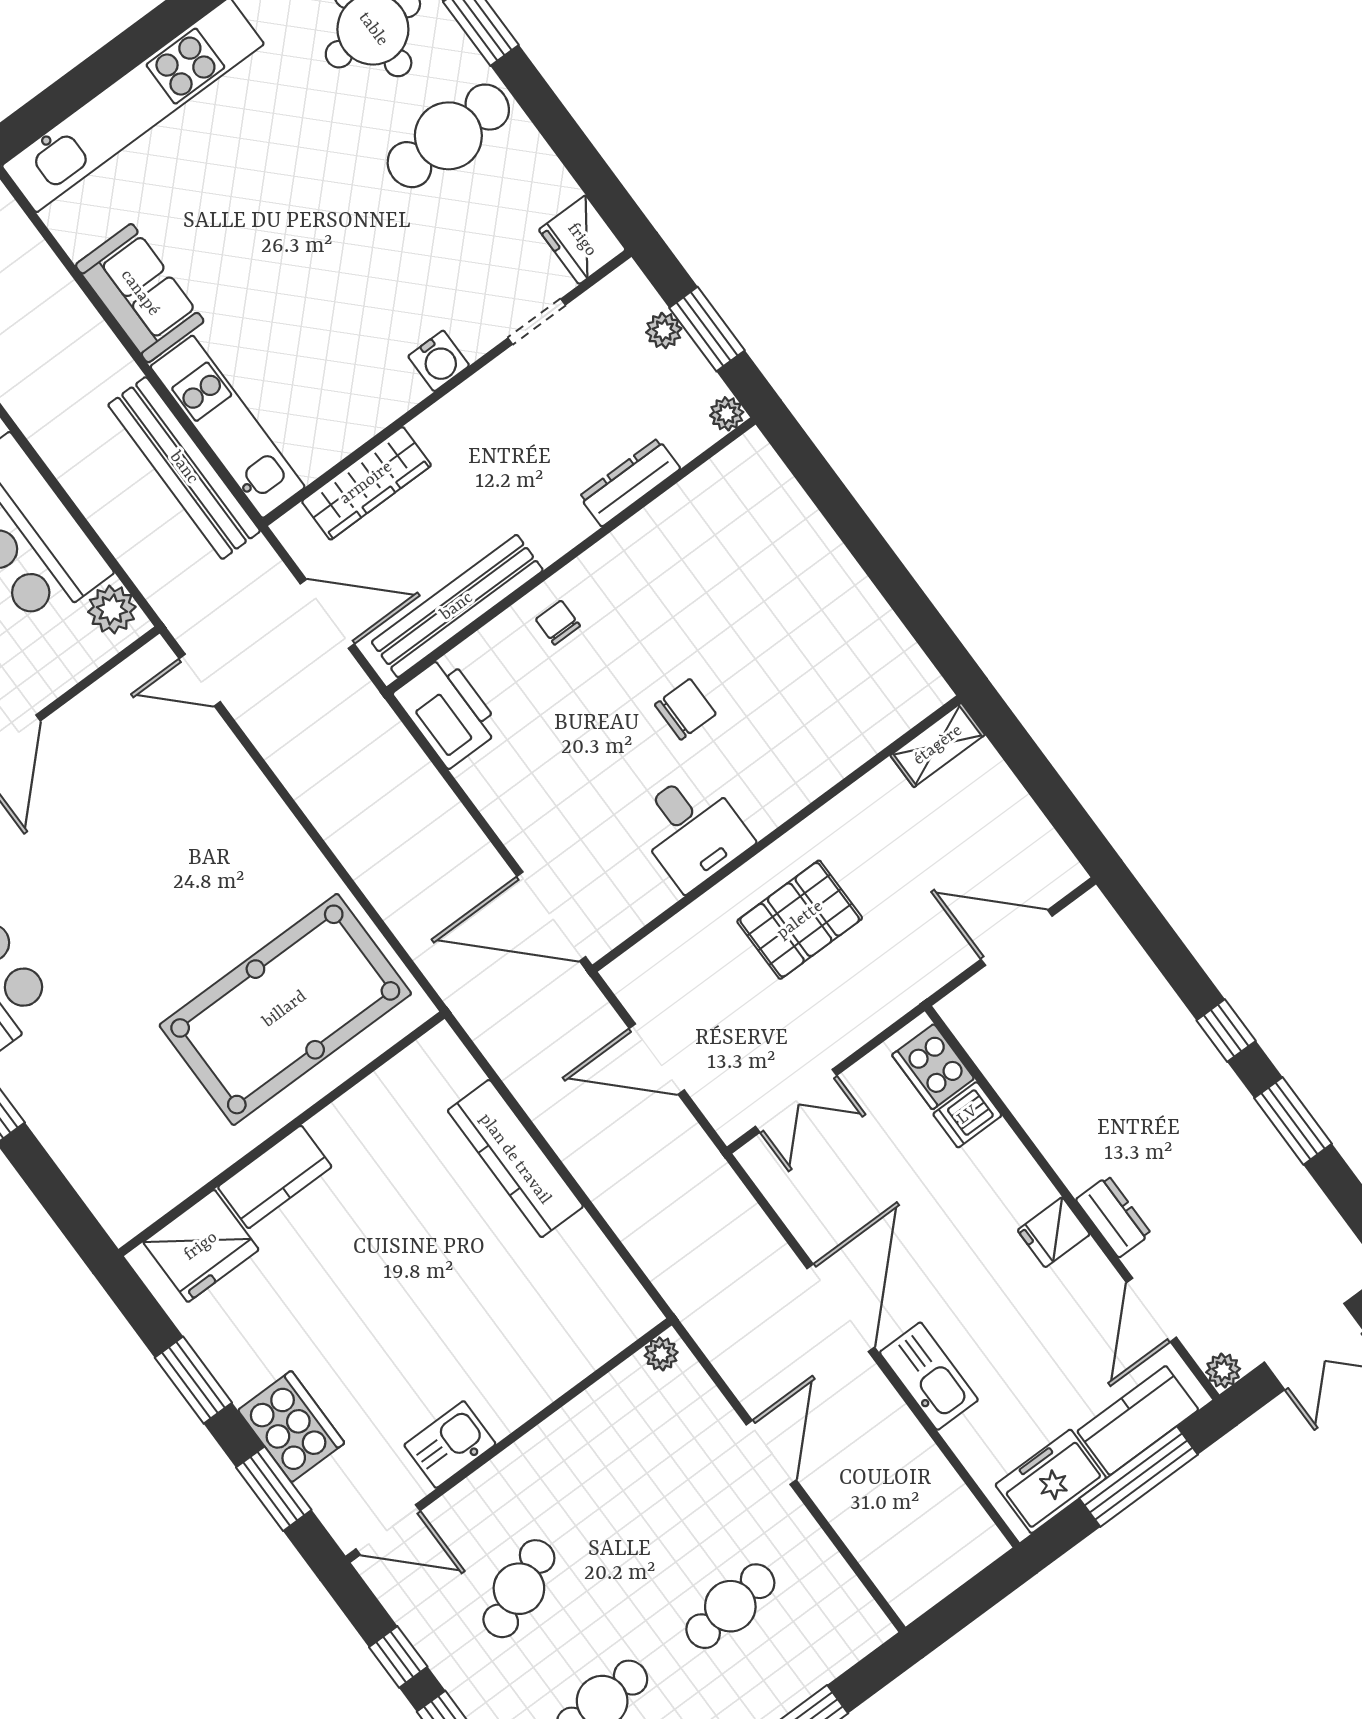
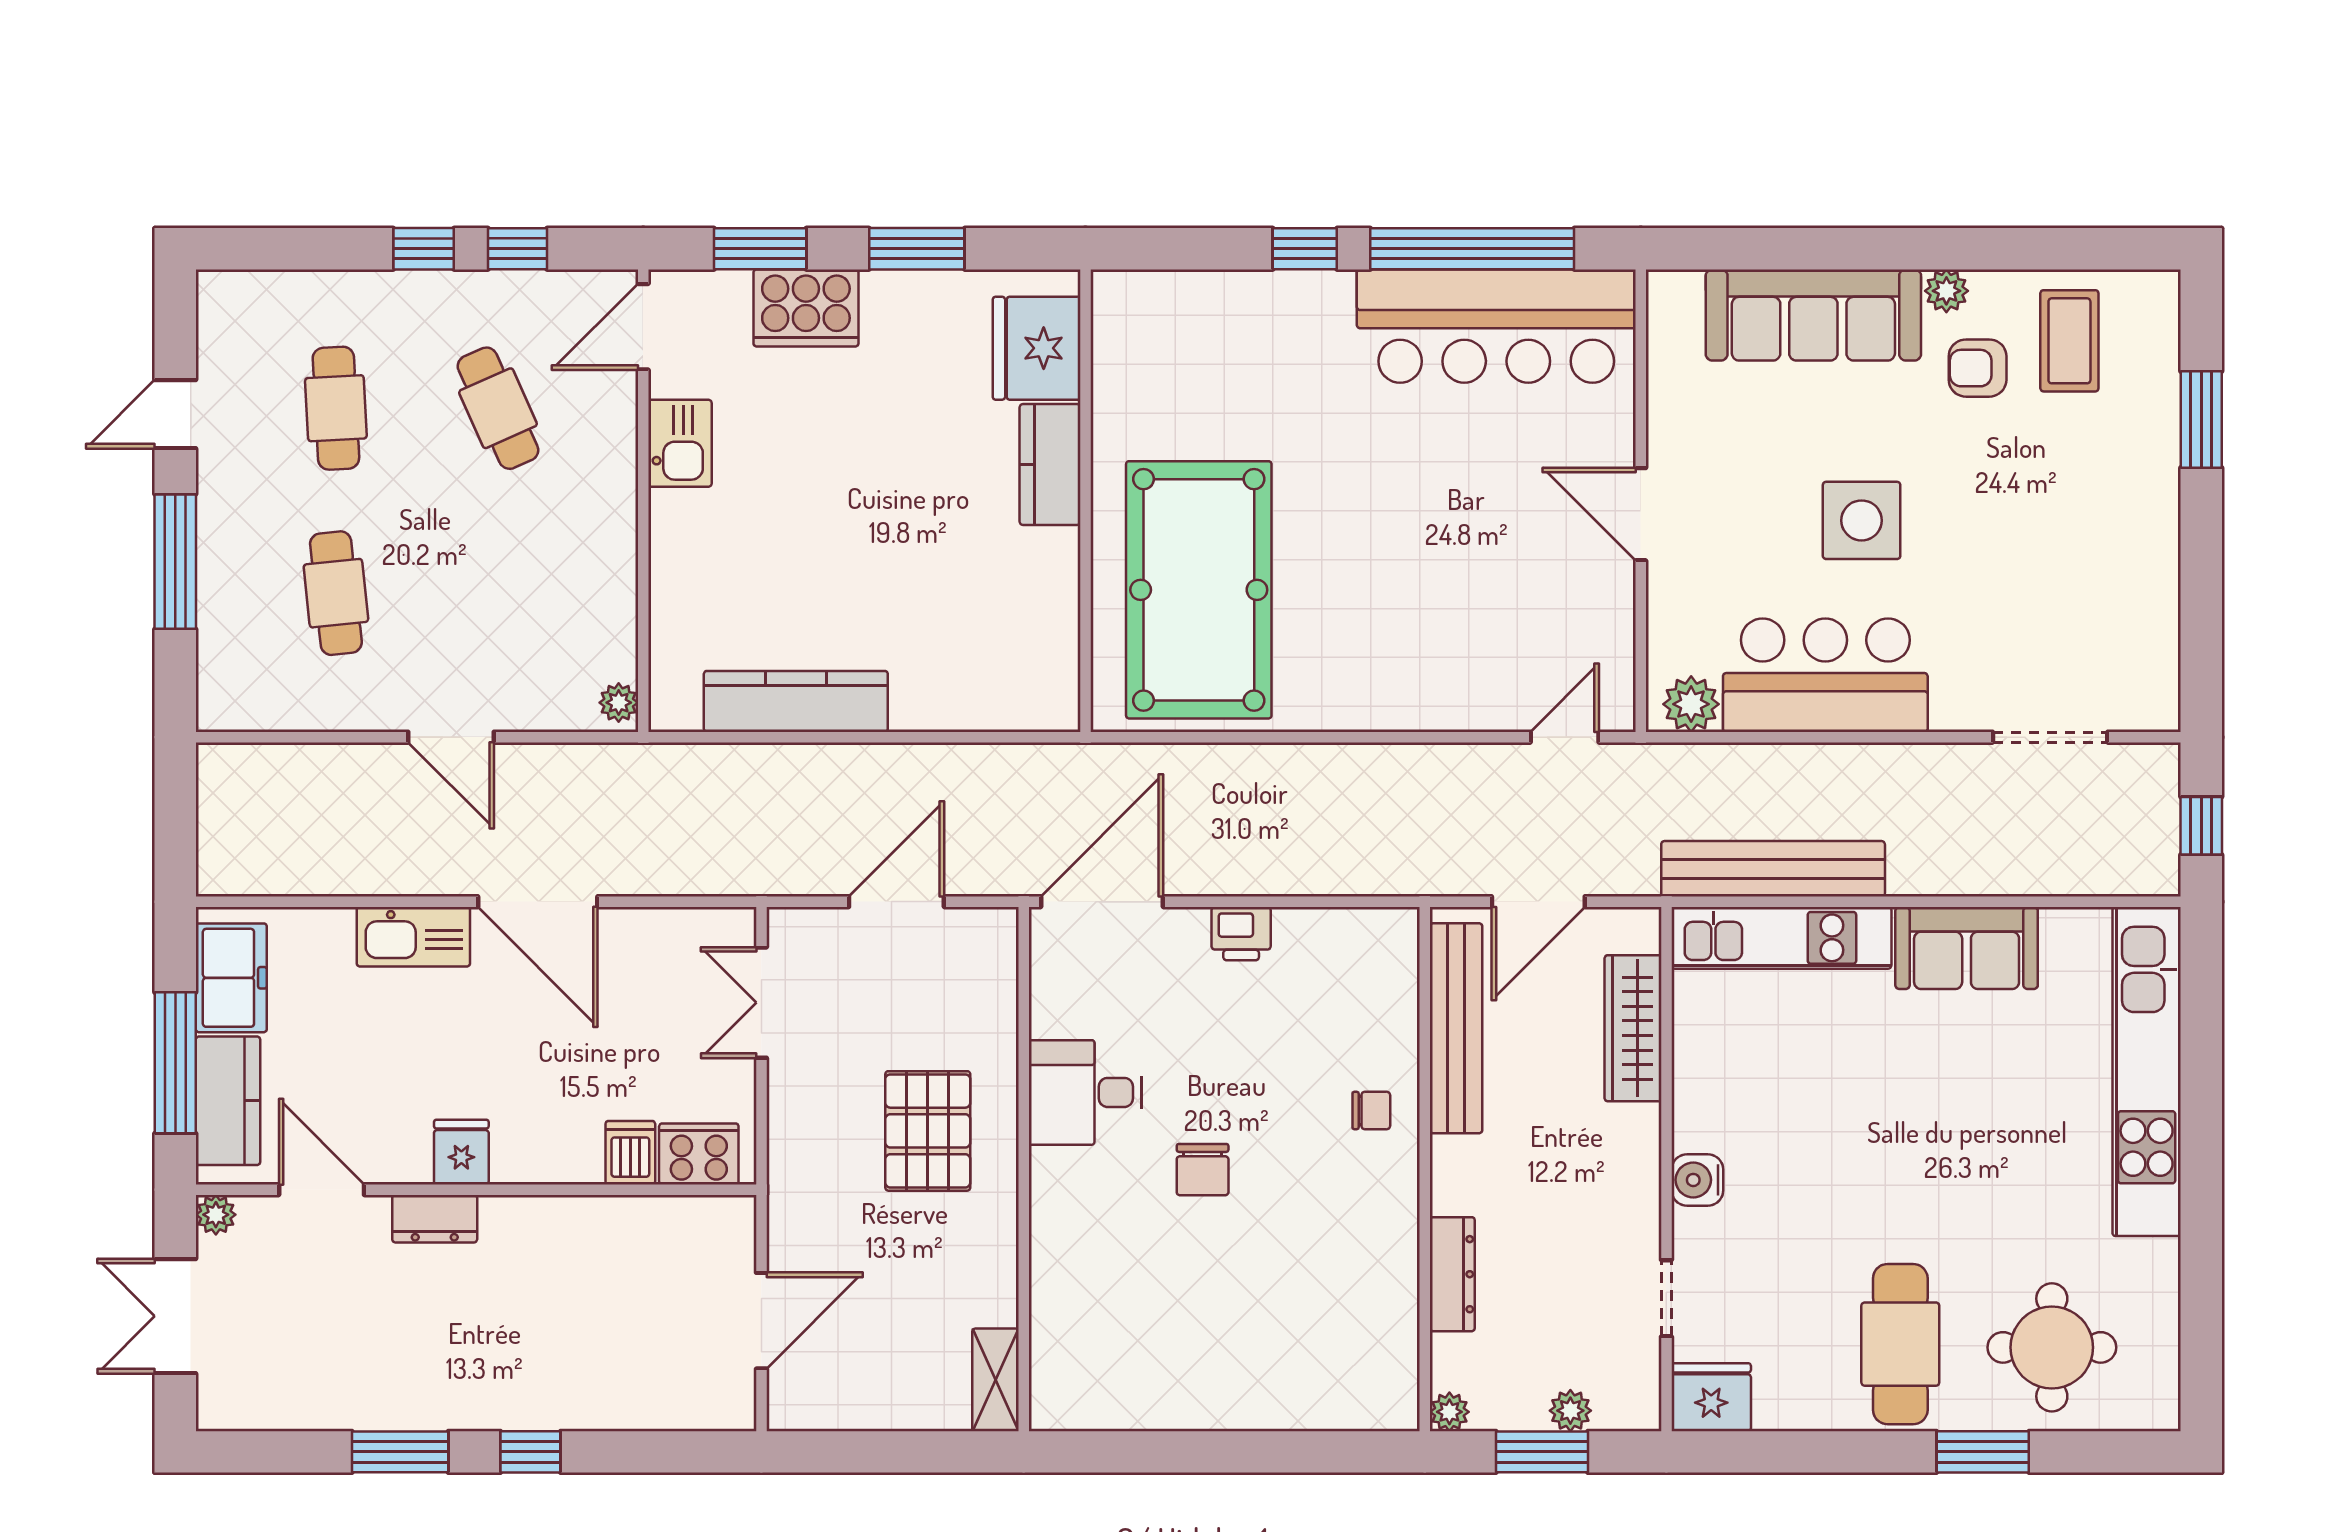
printer: (448, 711) -> (1241, 934), moved, width x0.53, depth x0.68
kitchen counter: (515, 1159) -> (796, 701), moved

